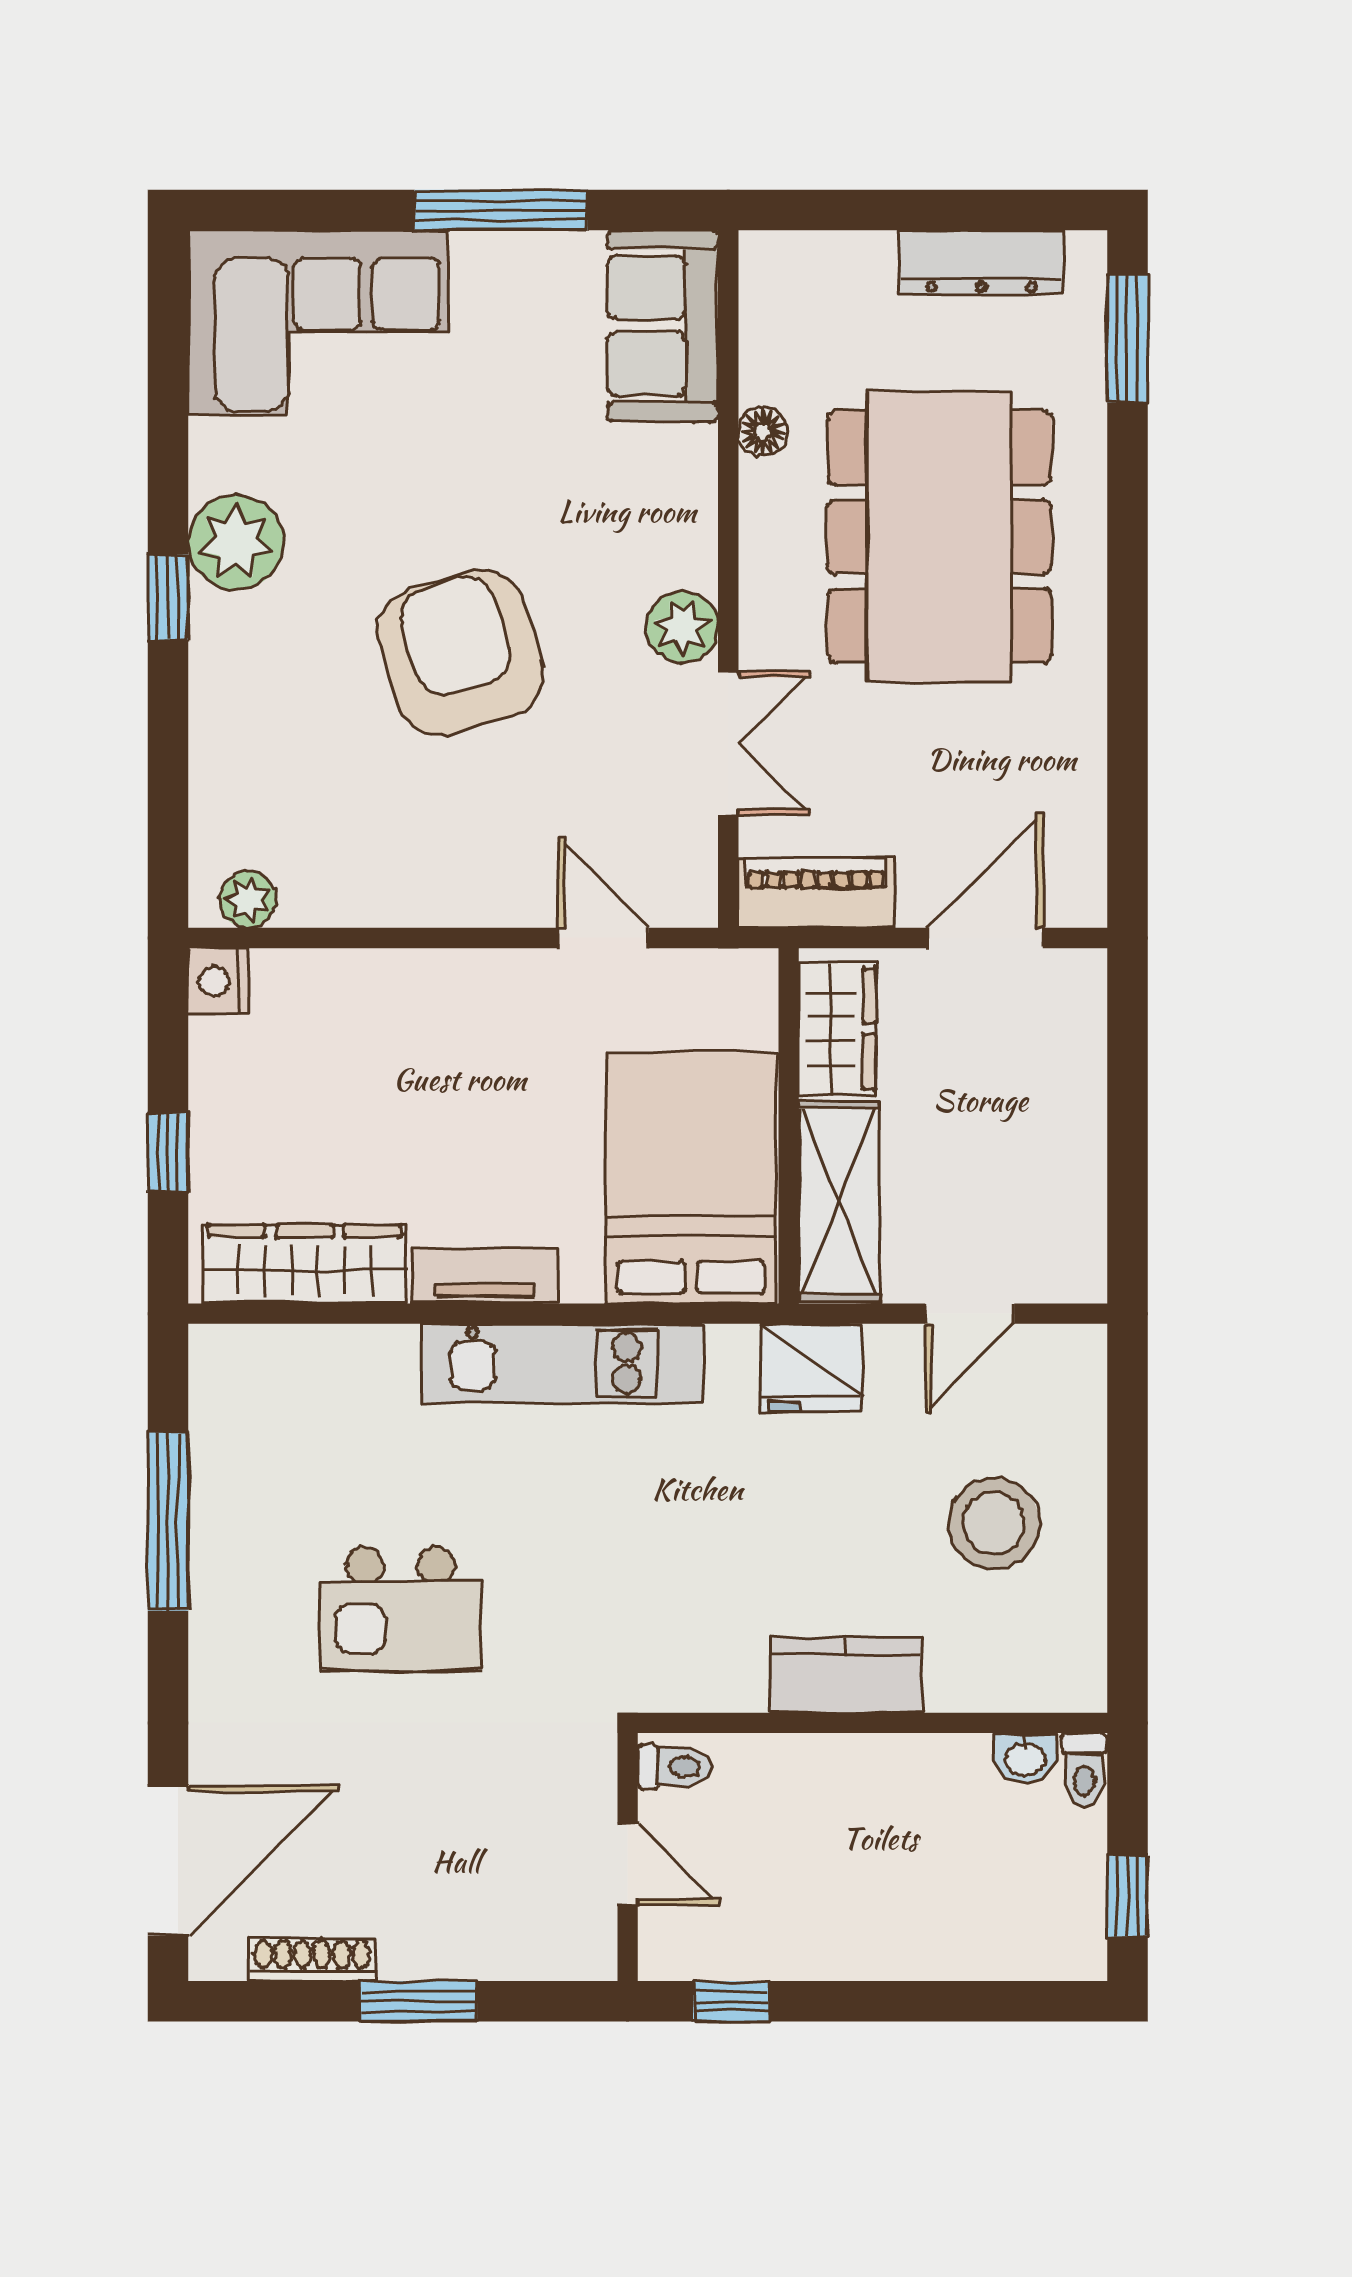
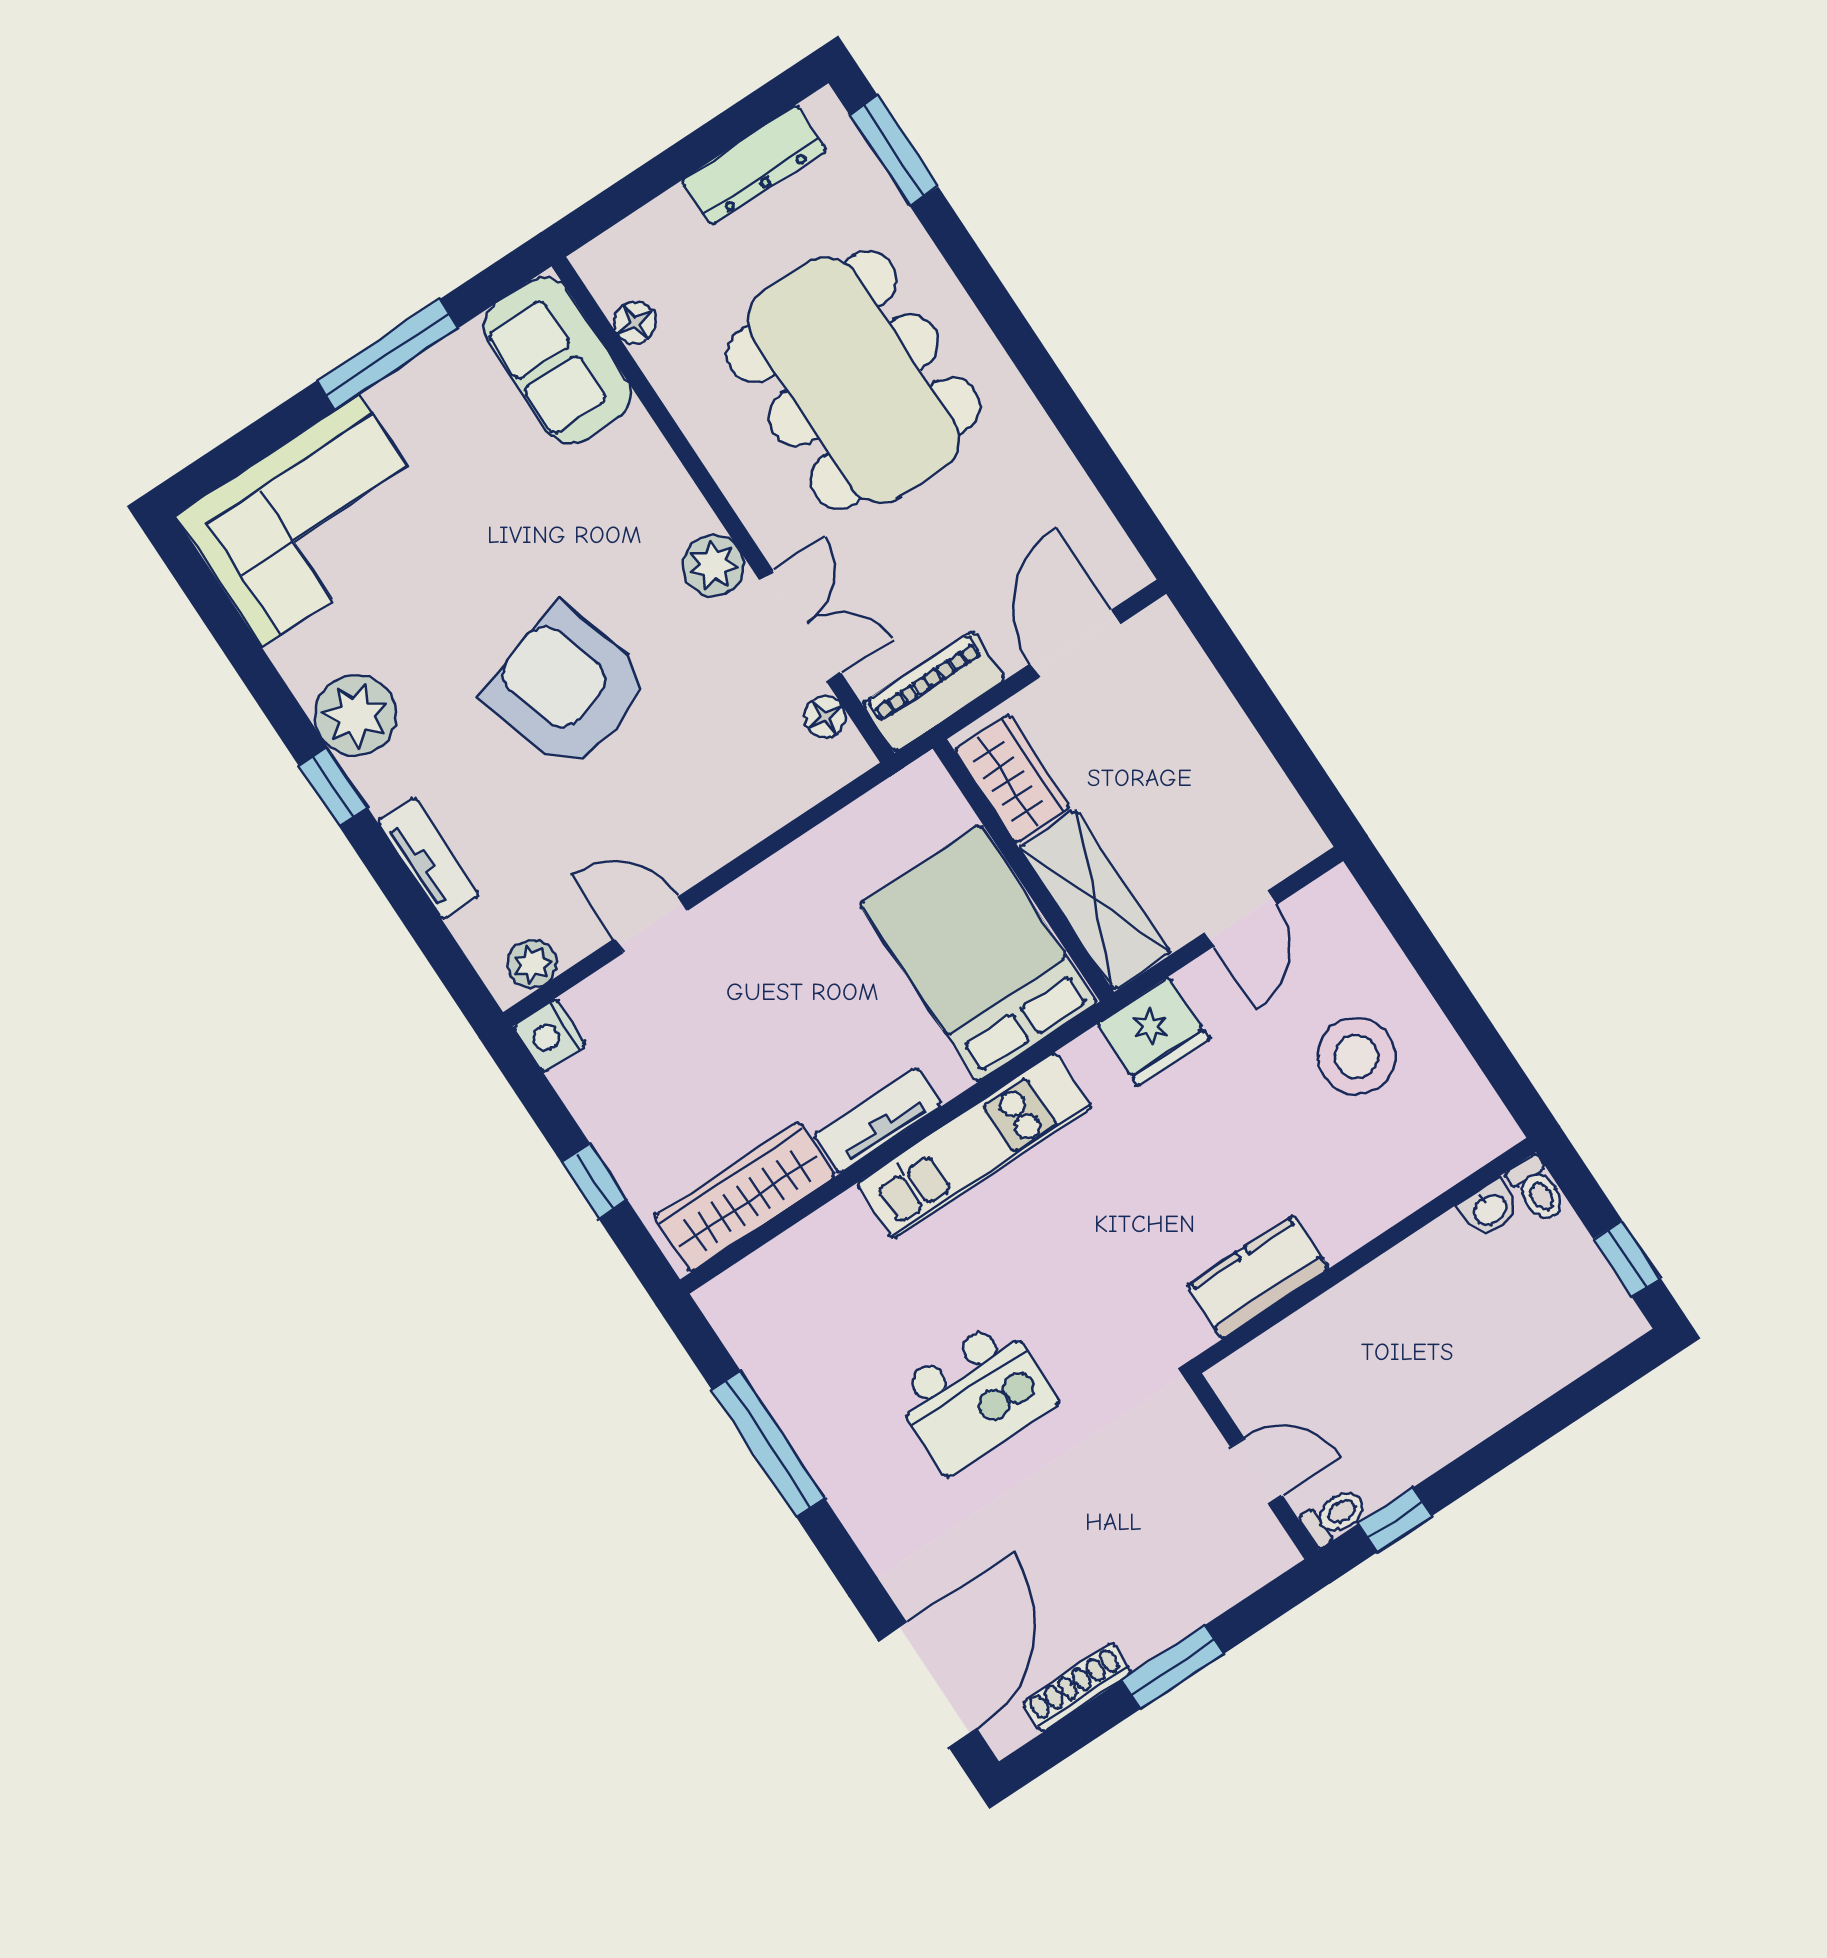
floor lamp: (763, 432) -> (635, 323), moved
tv unit: (215, 729) -> (428, 858), added
floor lamp: (694, 847) -> (825, 717), added
door: (603, 938) -> (651, 925), moved
kitchen counter: (846, 1675) -> (1258, 1277), moved
toilet: (674, 1767) -> (1334, 1516), moved

